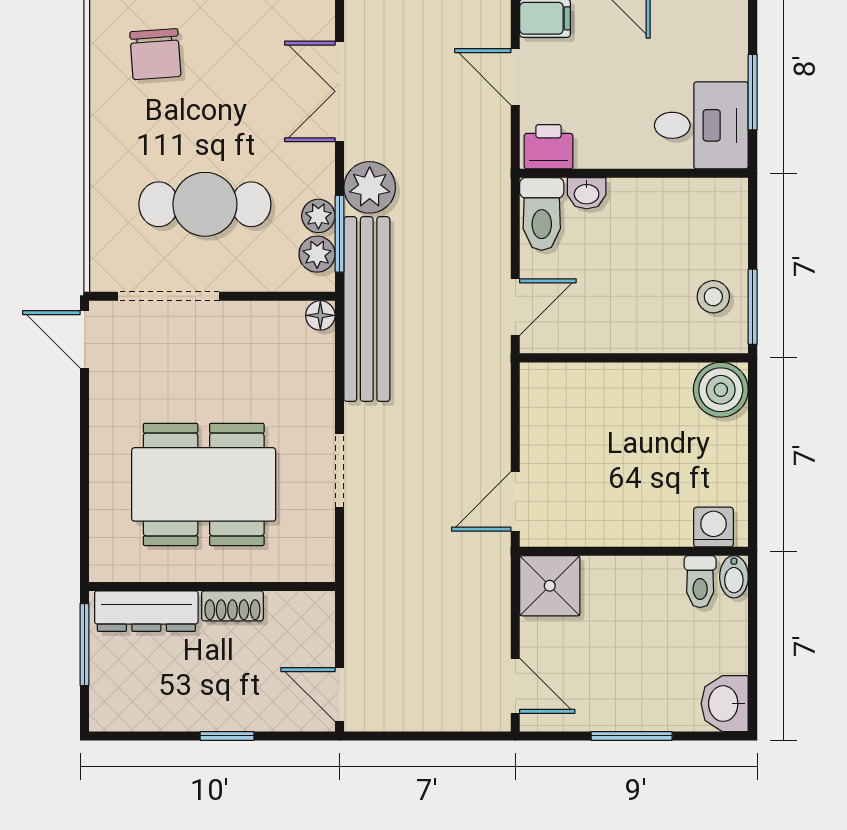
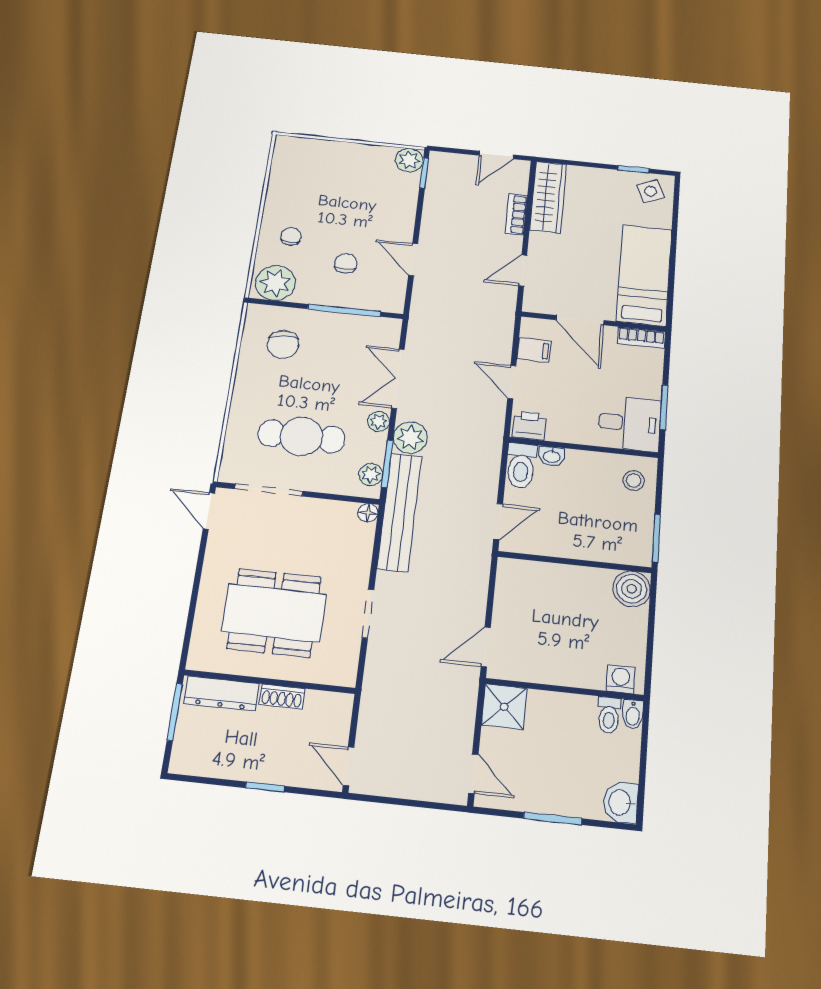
plant: (318, 216) -> (379, 422), moved
stool: (713, 297) -> (634, 480), moved

